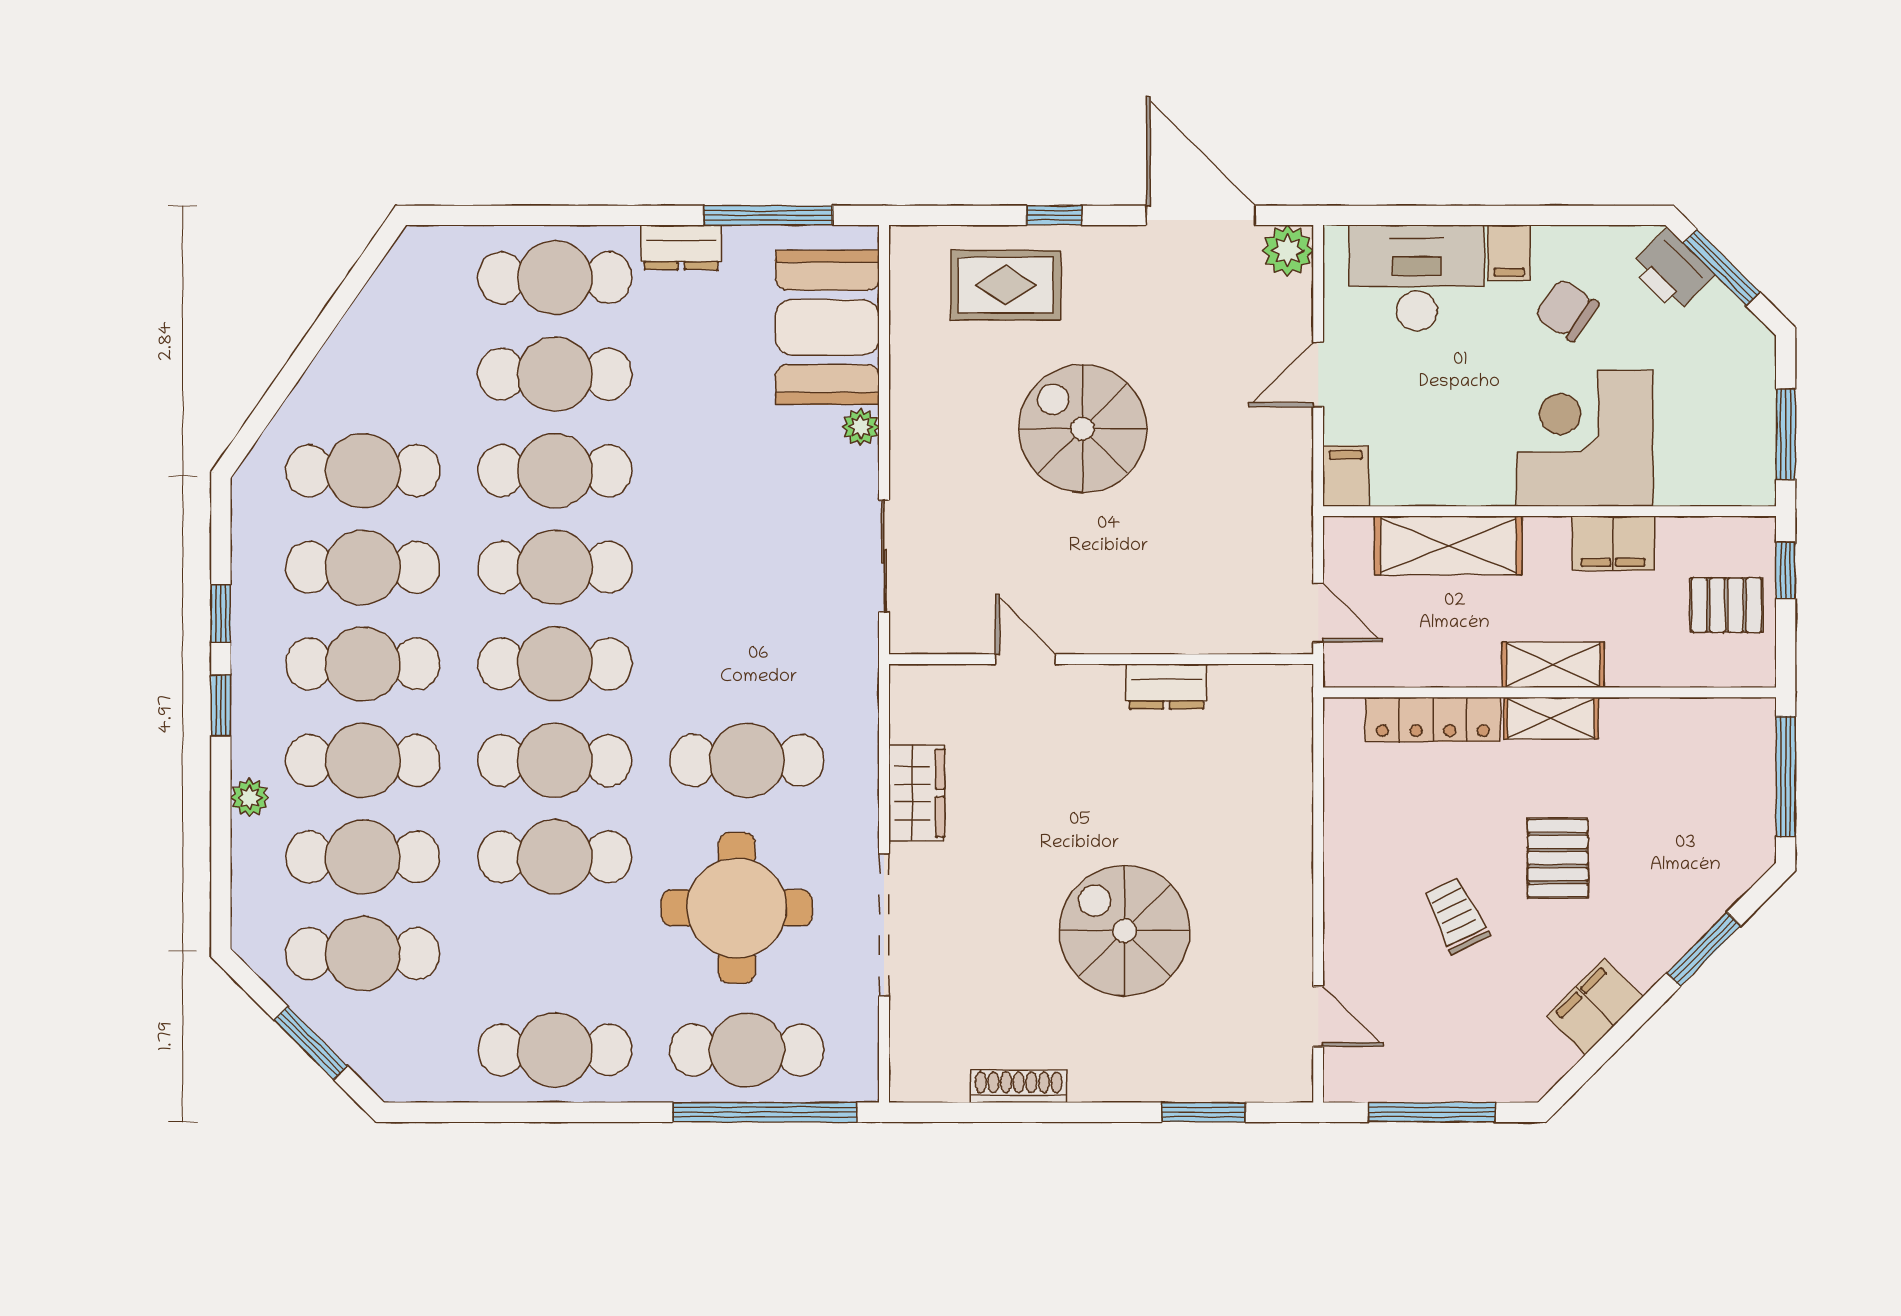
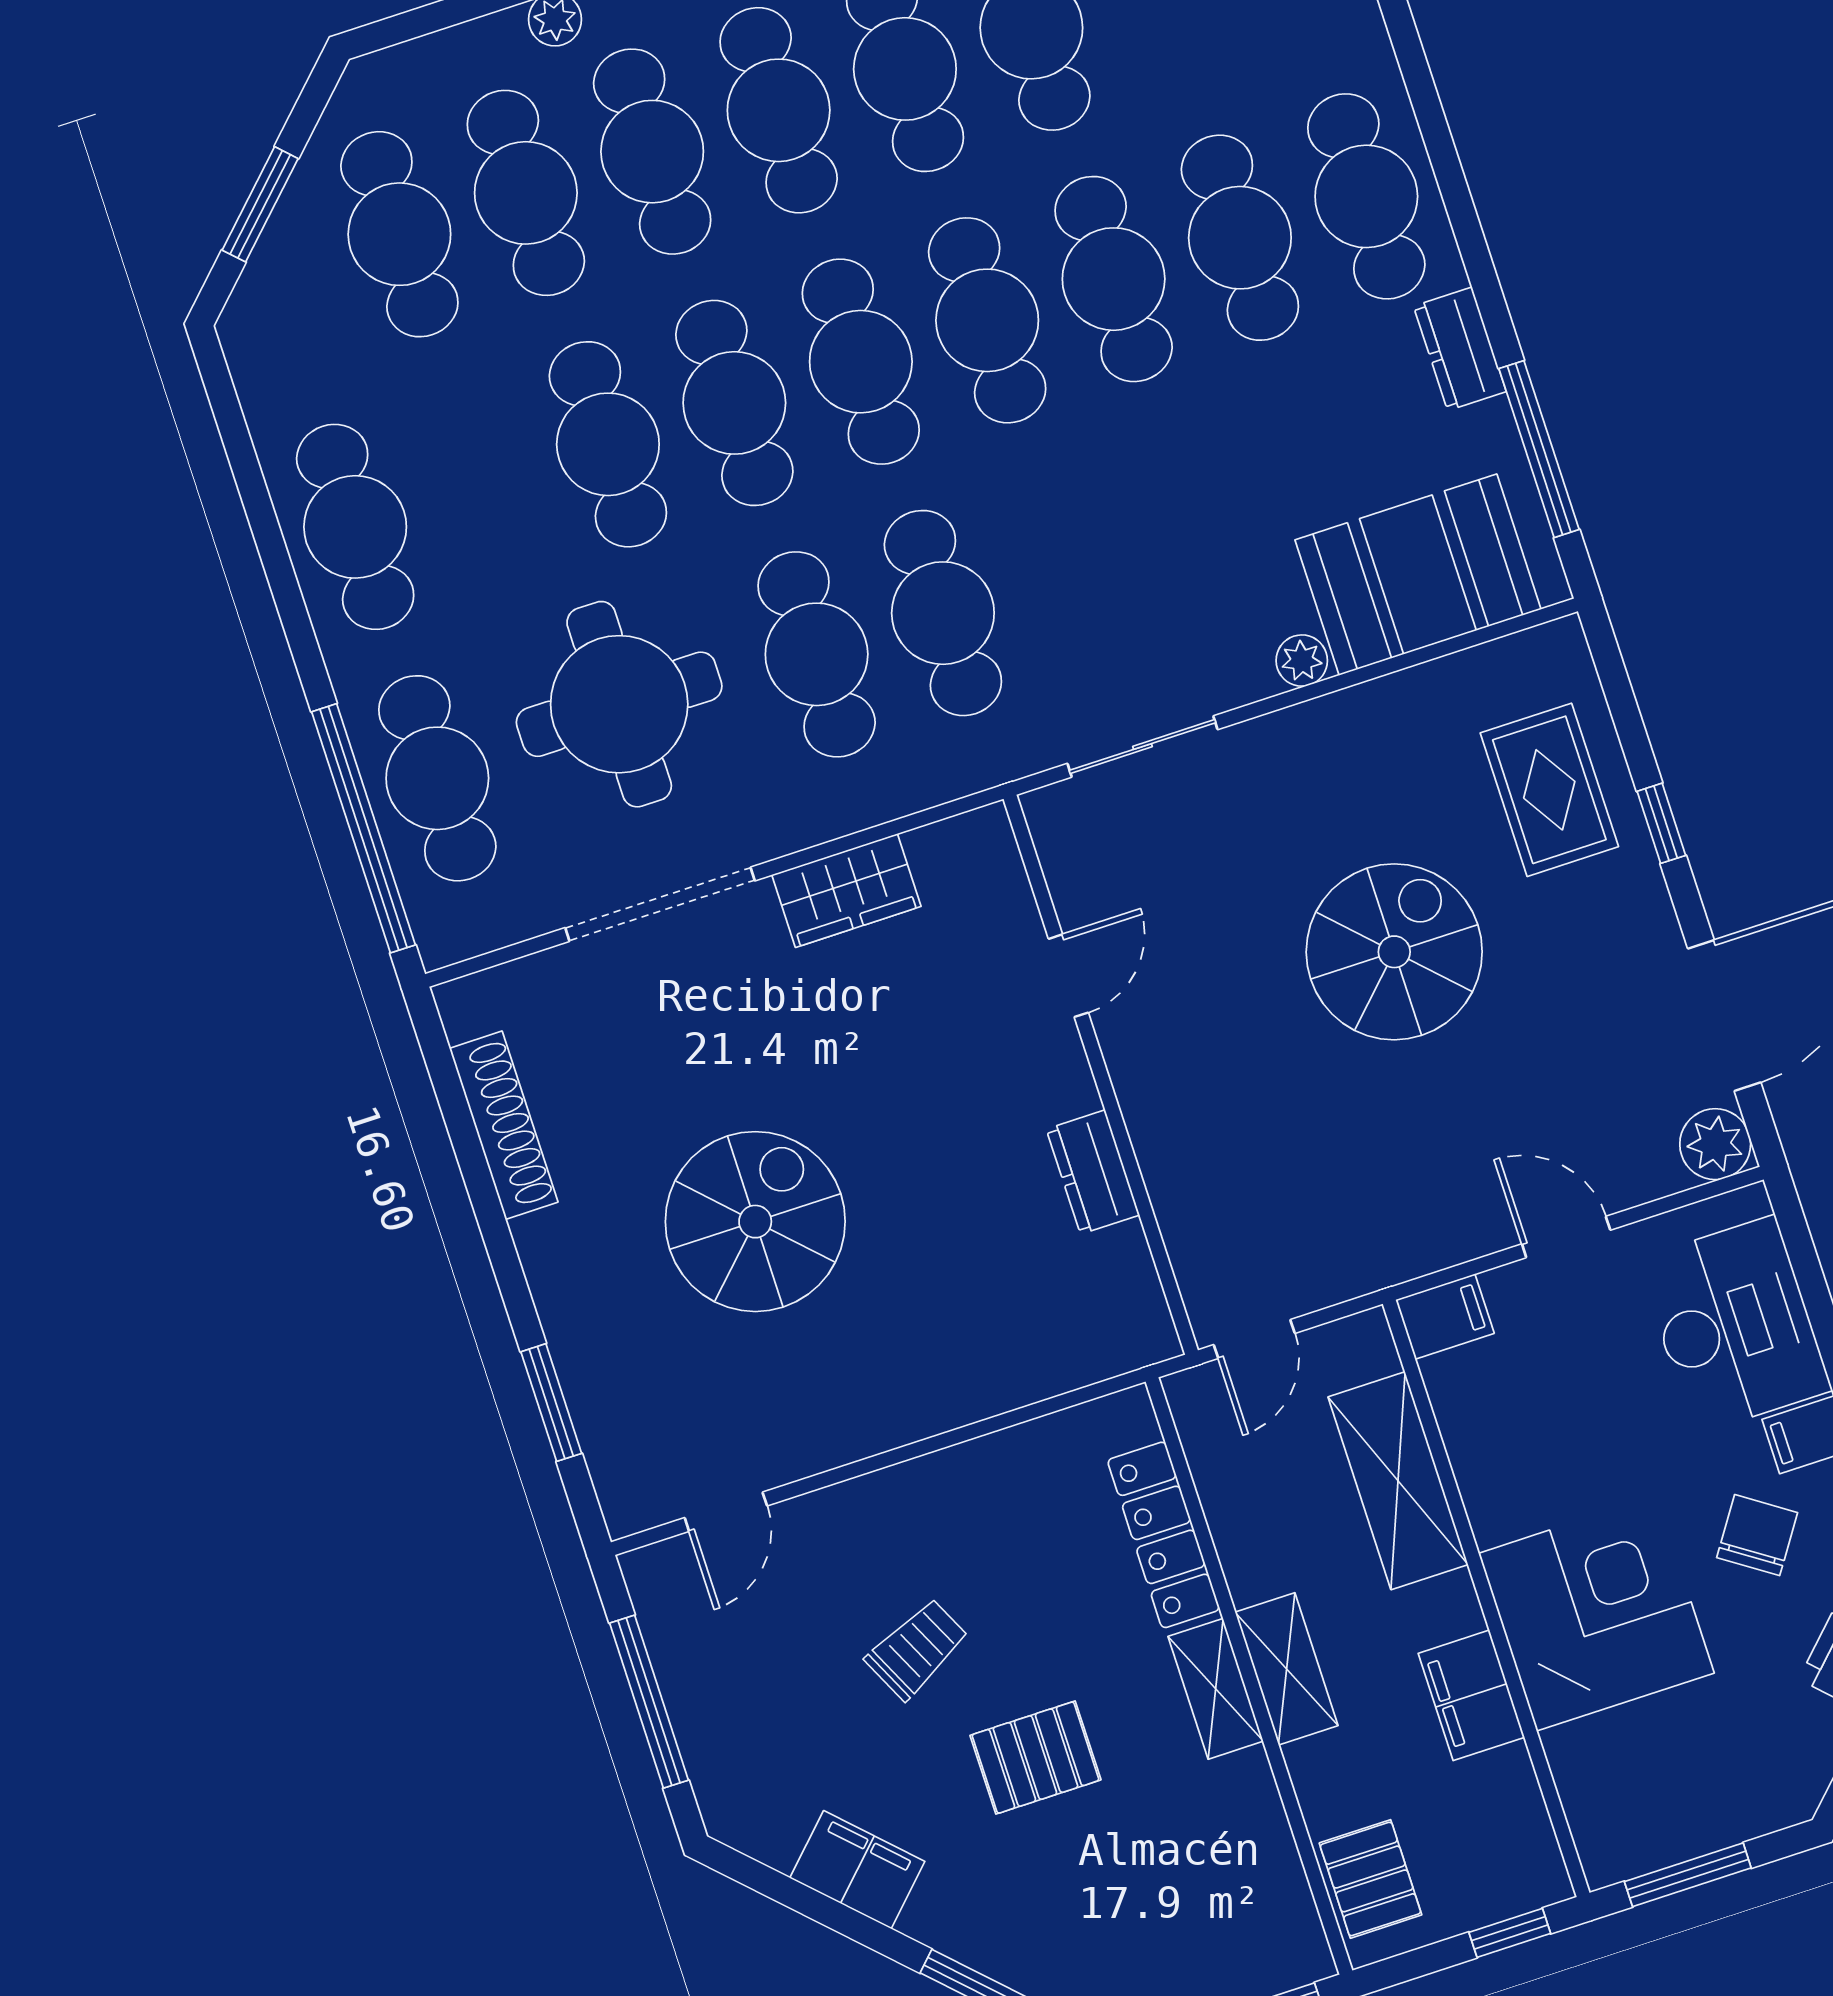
pallet: (1727, 605) -> (1370, 1879), moved
cafe table: (747, 664) -> (943, 613), added
shoe rack: (1019, 1086) -> (504, 1125), width x1.36, depth x1.24

